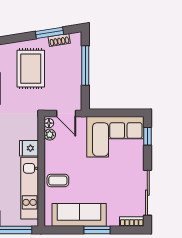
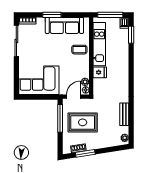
window: (85, 65) -> (60, 118), moved
rug: (31, 69) -> (83, 122), moved, turned 90
door: (66, 114) -> (74, 97), hinge flipped
window: (147, 136) -> (16, 81), removed

